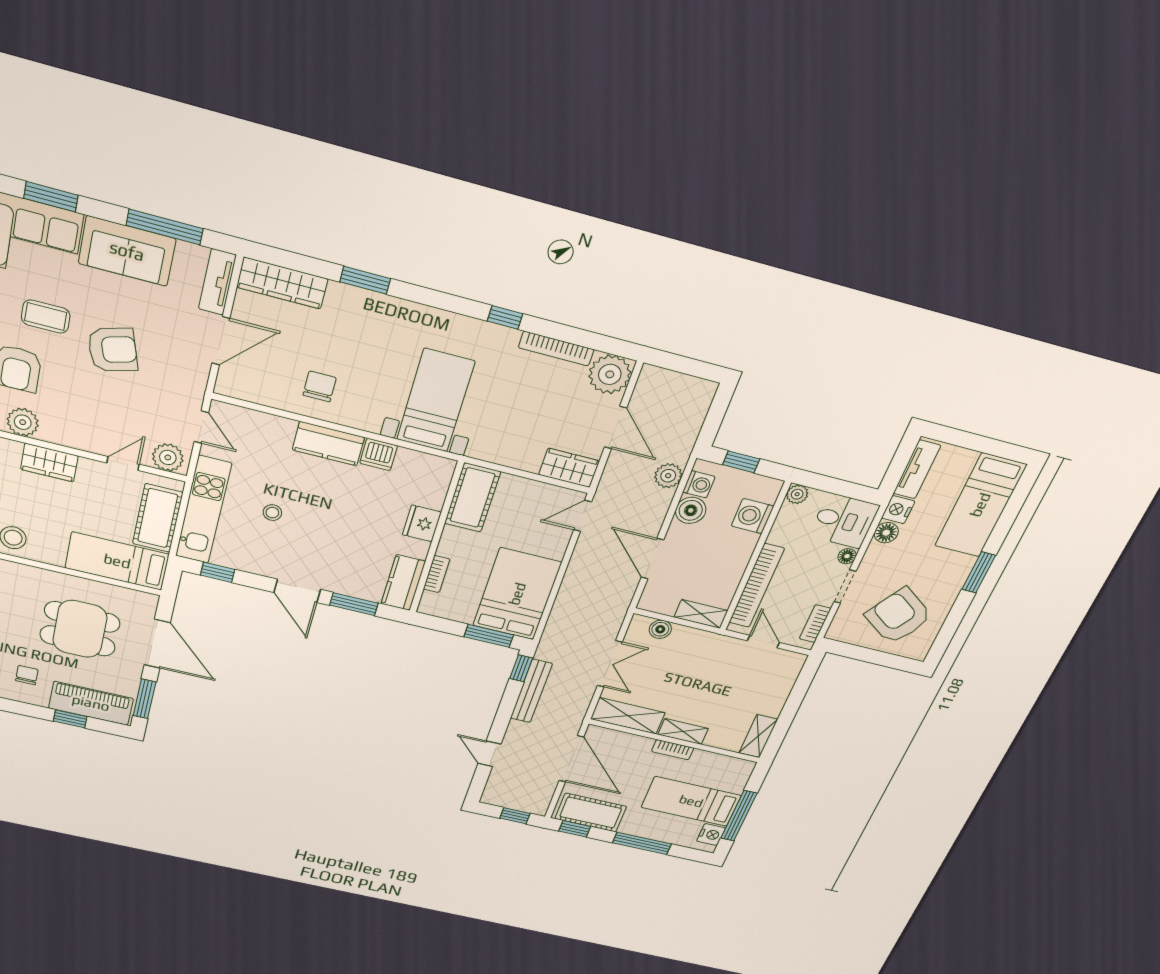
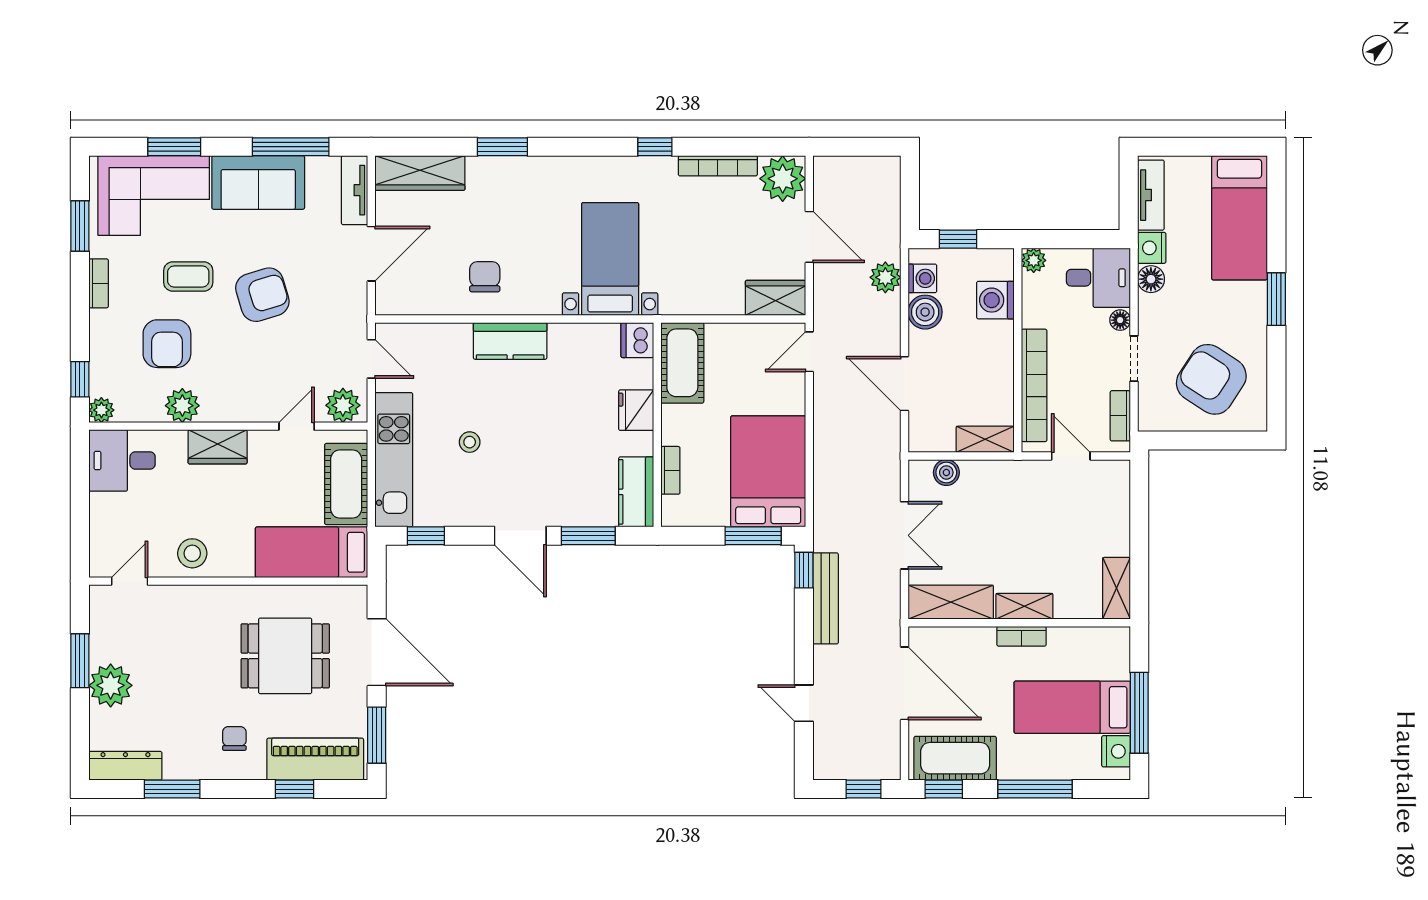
dishwasher: (379, 454) -> (637, 340), moved, turned 90

